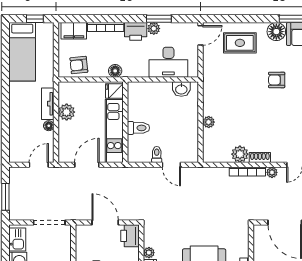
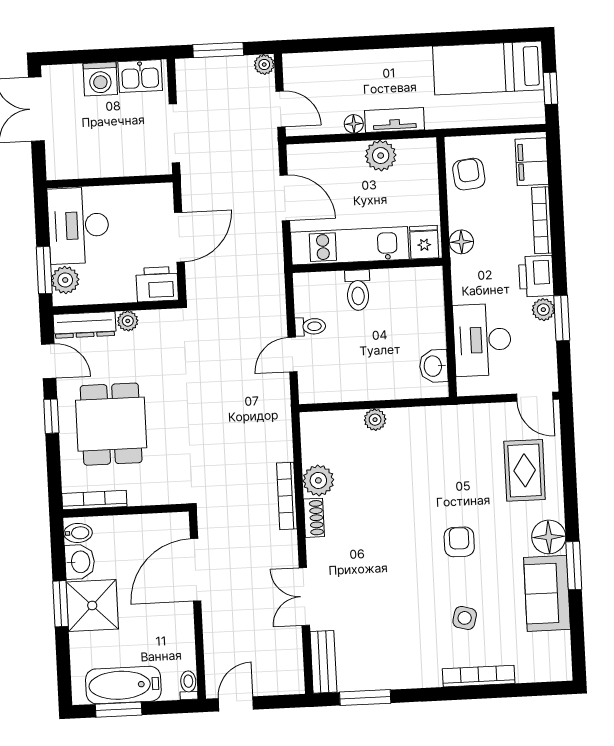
plant: (272, 172) -> (264, 65), moved

